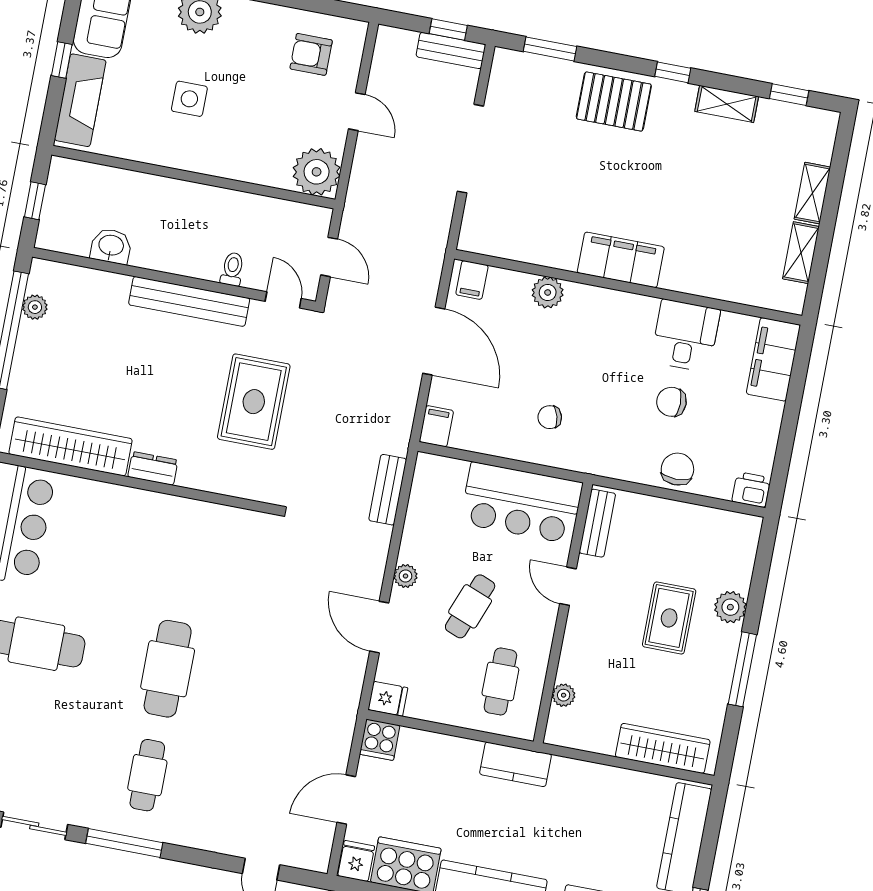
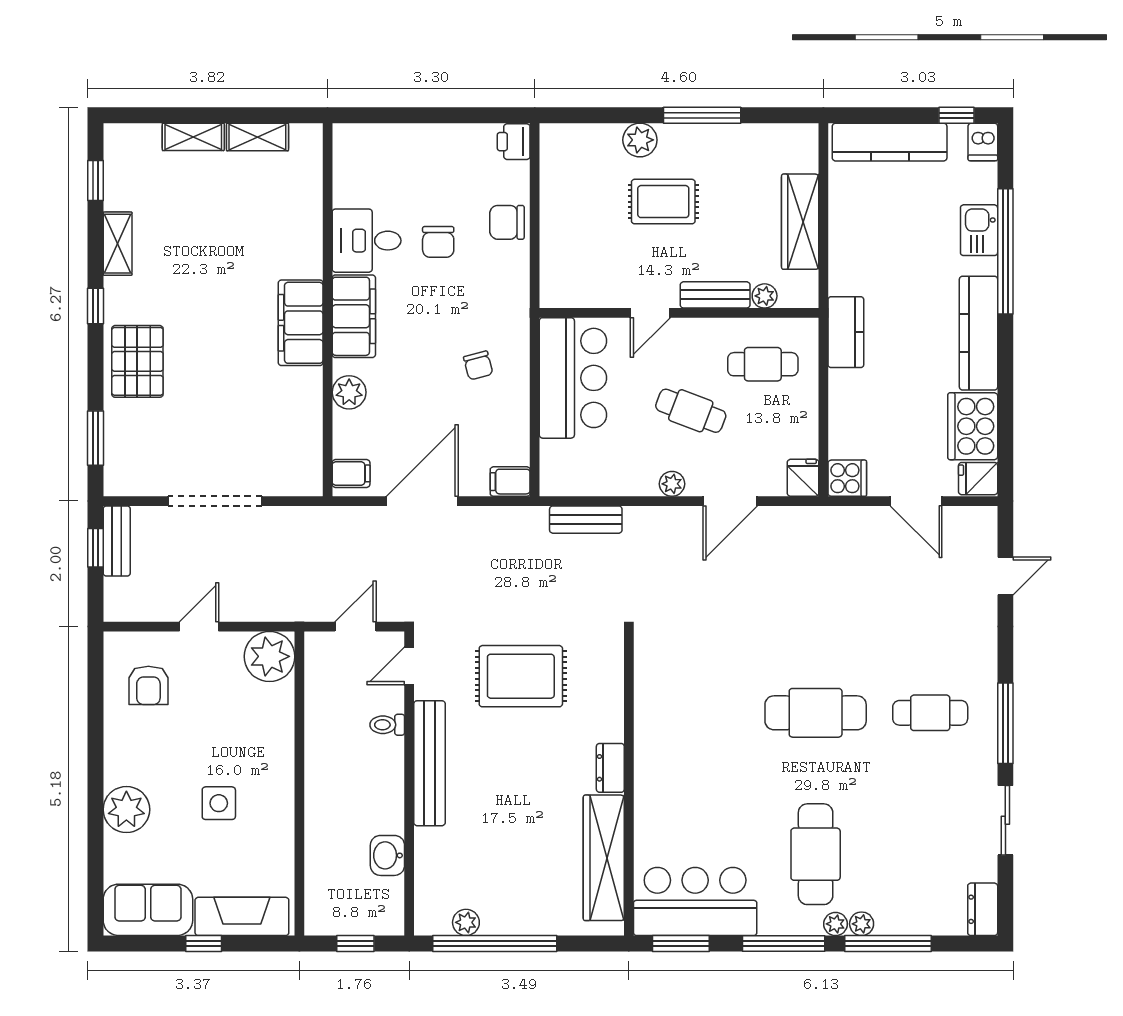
filing cabinet: (773, 359) -> (354, 316), moved, turned -90
bench: (597, 523) -> (715, 295), moved
wardrobe: (663, 748) -> (800, 222), moved

